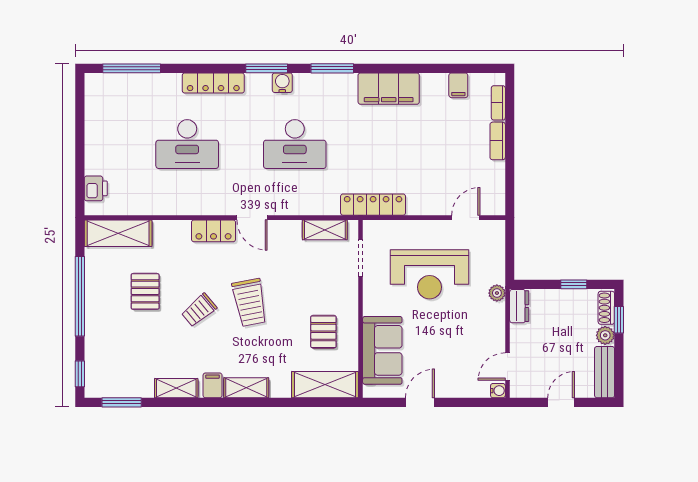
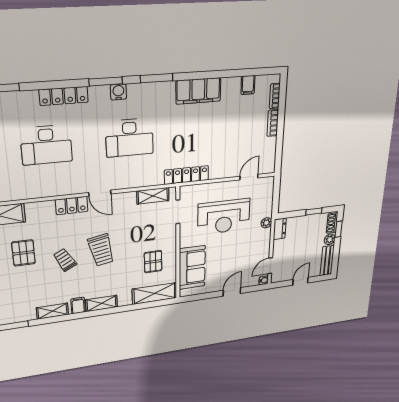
trolley: (199, 310) -> (65, 260), turned 102
door: (420, 402) -> (232, 292), moved

